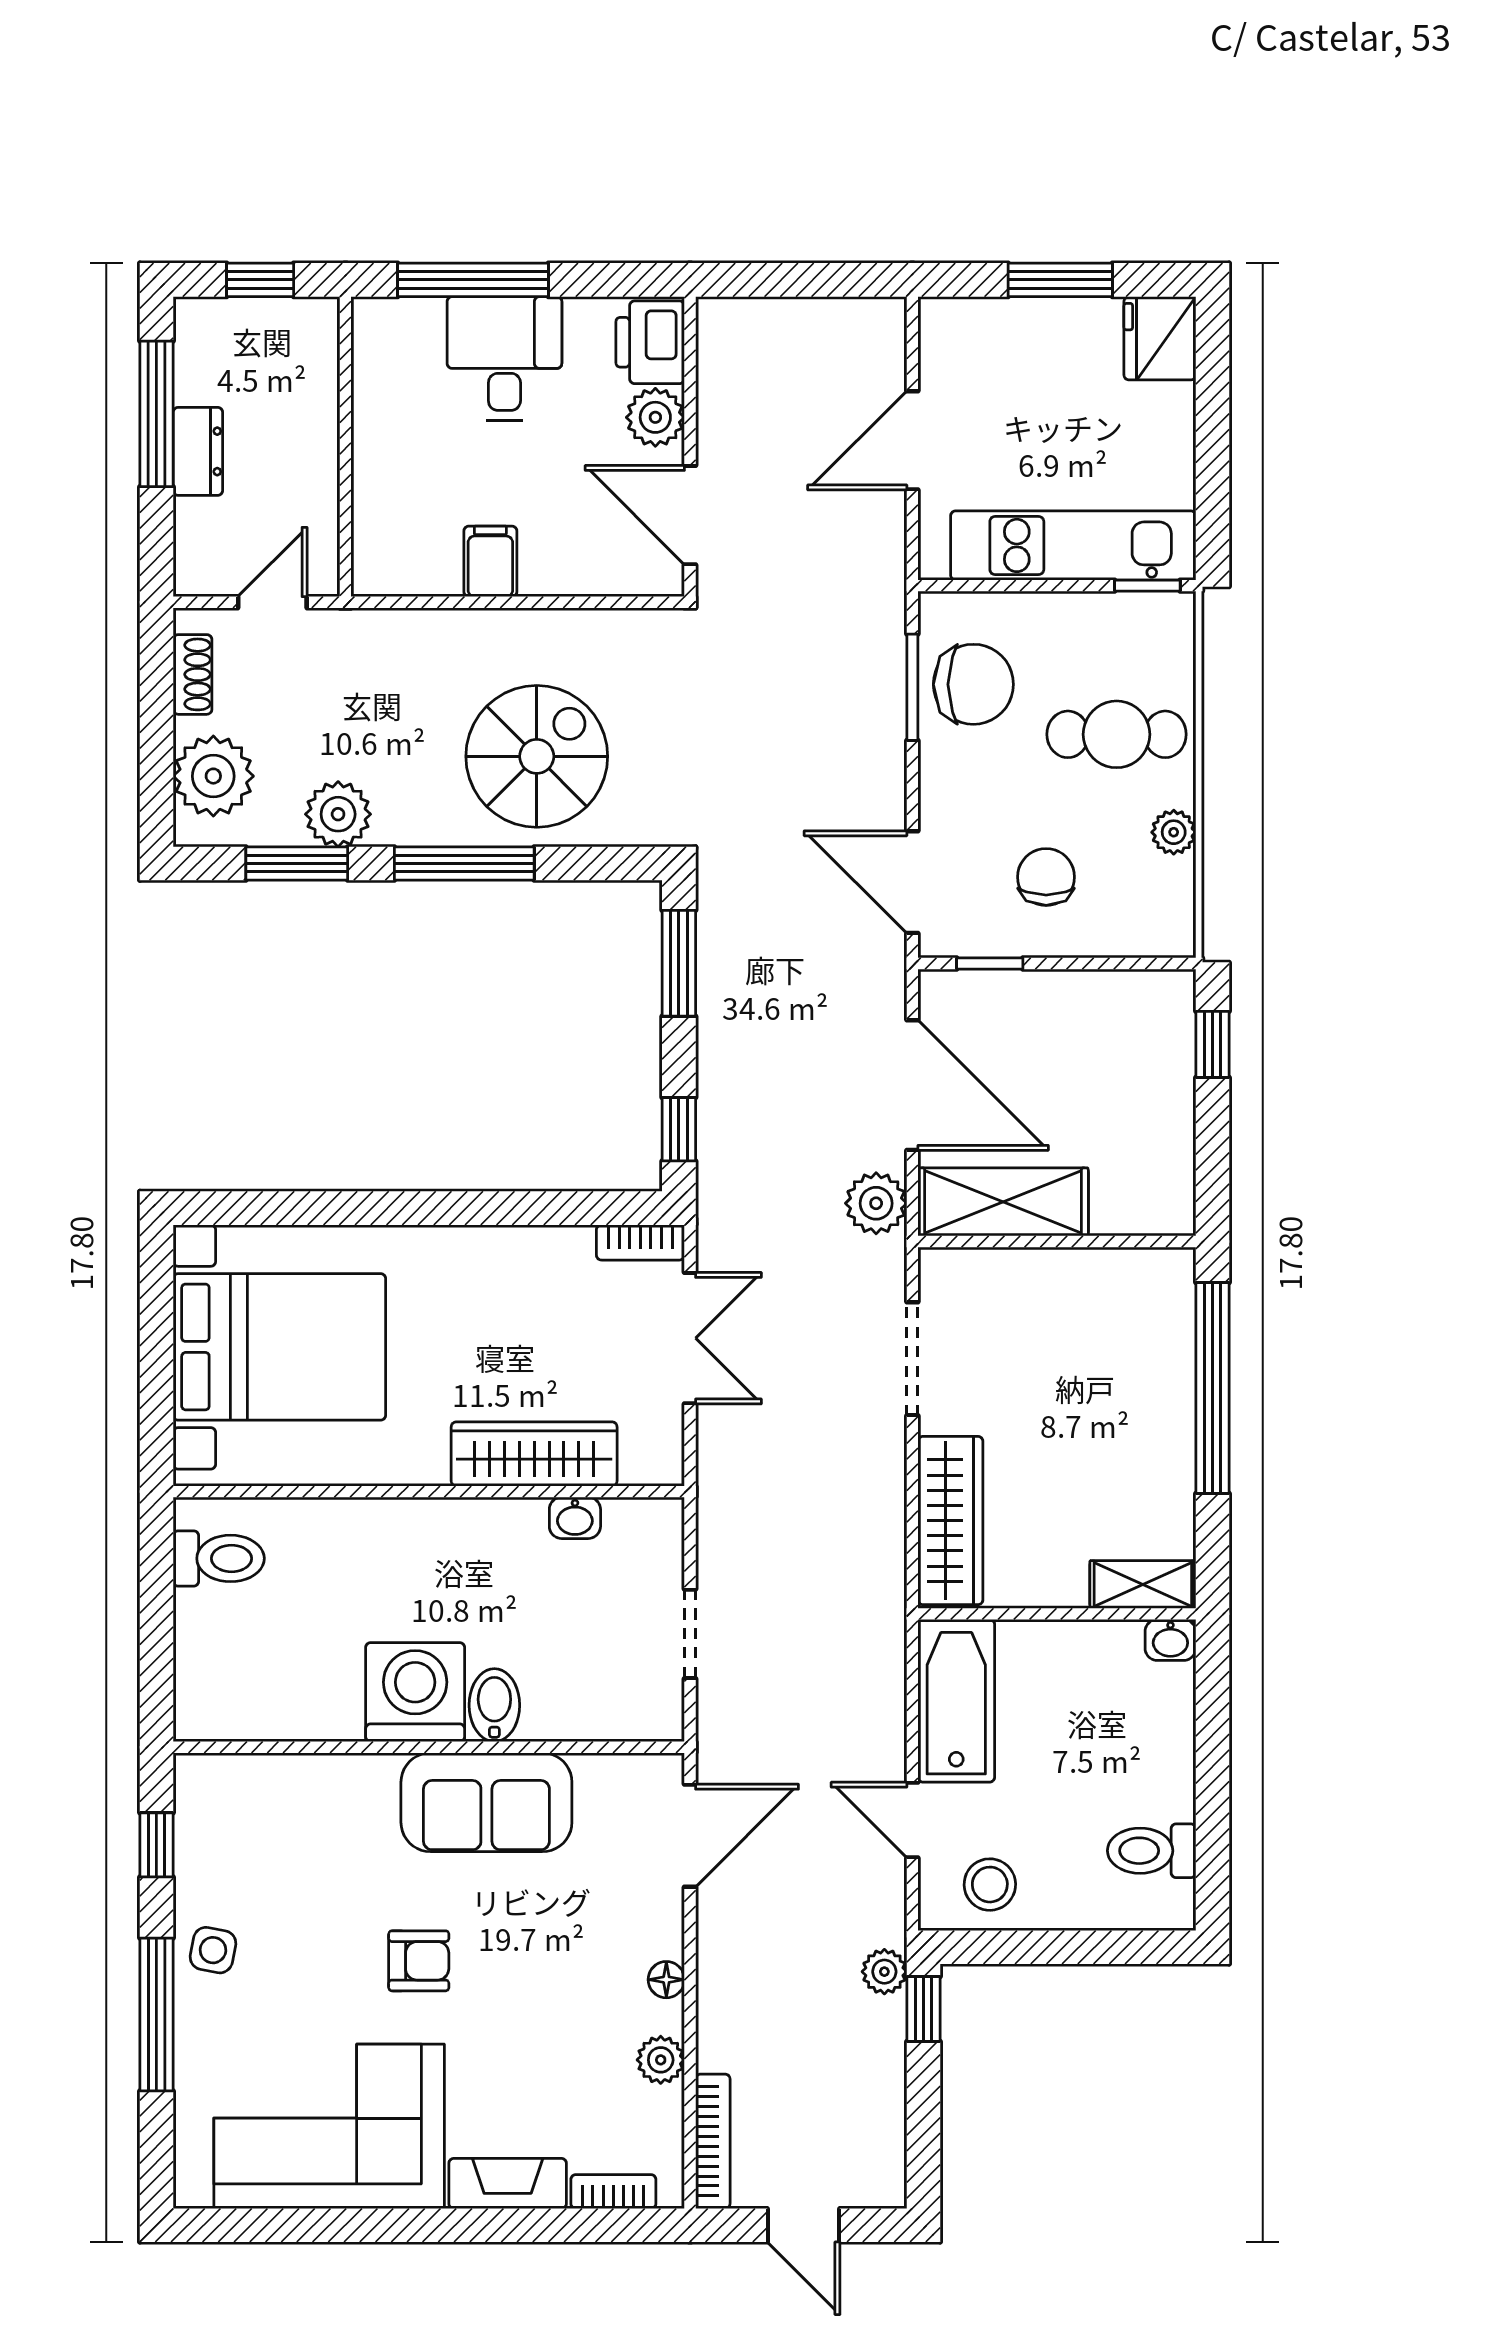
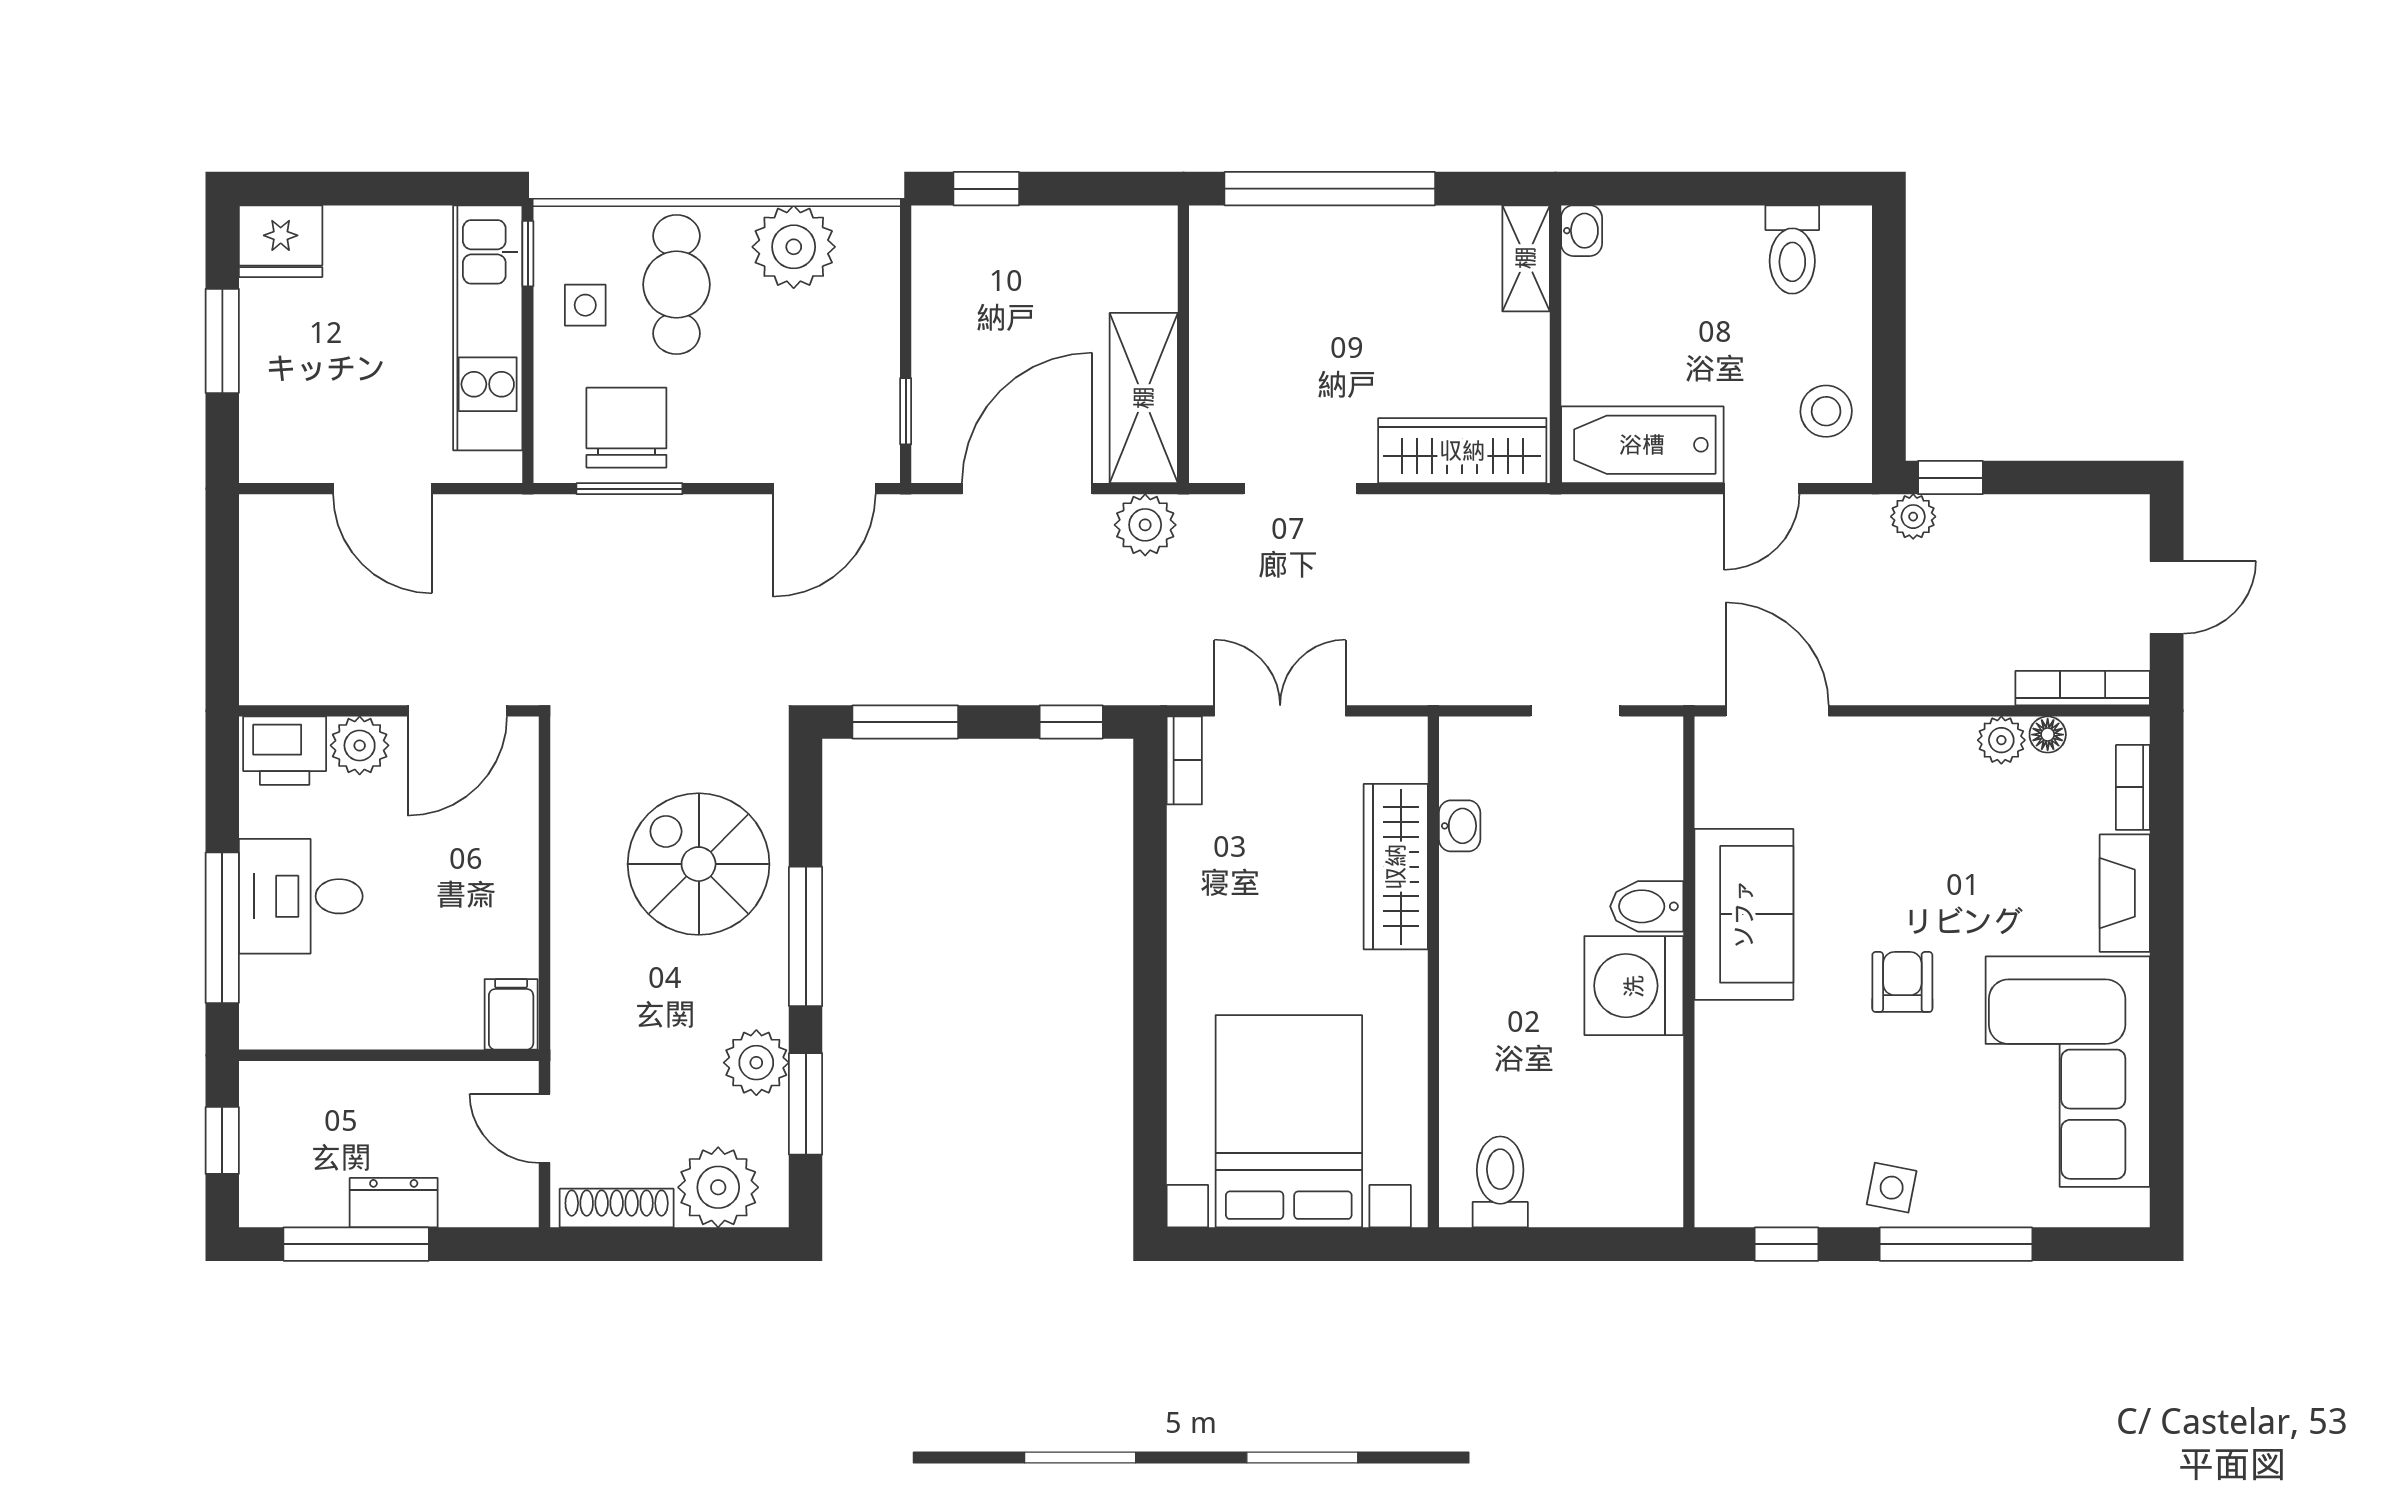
filing cabinet: (490, 561) -> (511, 1014), moved, turned 90
side table: (1096, 643) -> (585, 305), added
shoe rack: (192, 674) -> (617, 1208), width x1.43
plant: (1174, 832) -> (794, 247), width x1.87, depth x1.87
chair: (1046, 877) -> (819, 355), removed
floor lamp: (666, 1980) -> (2048, 735), moved

